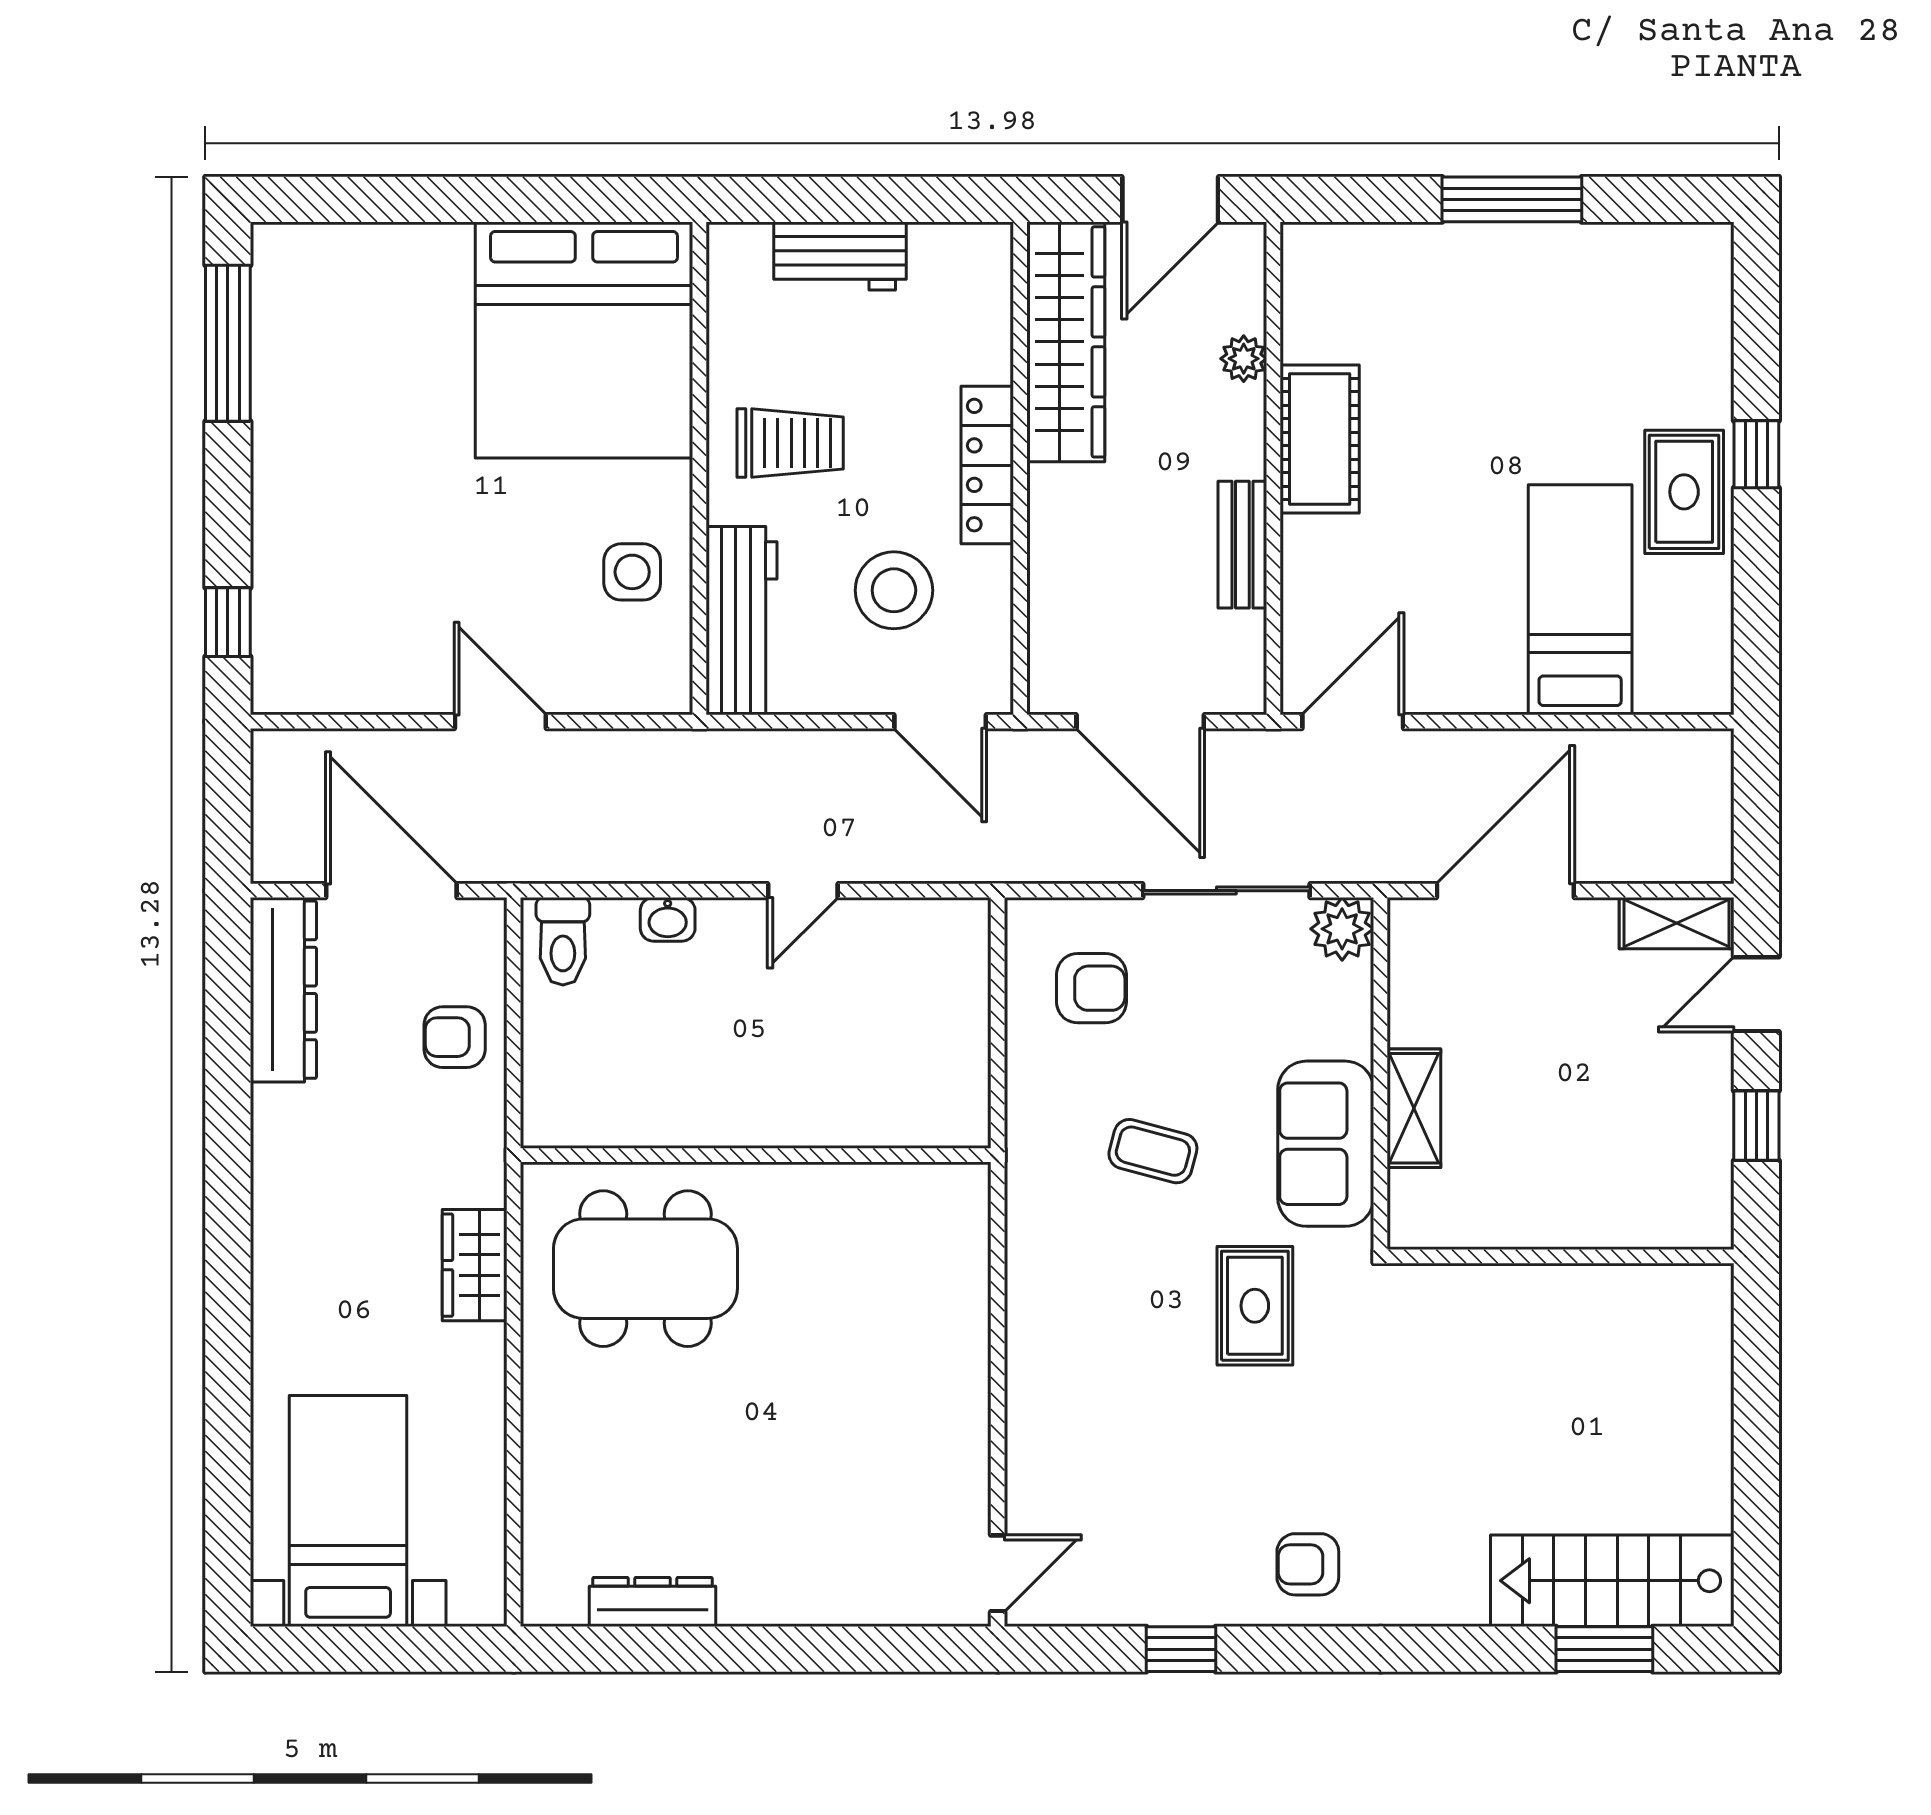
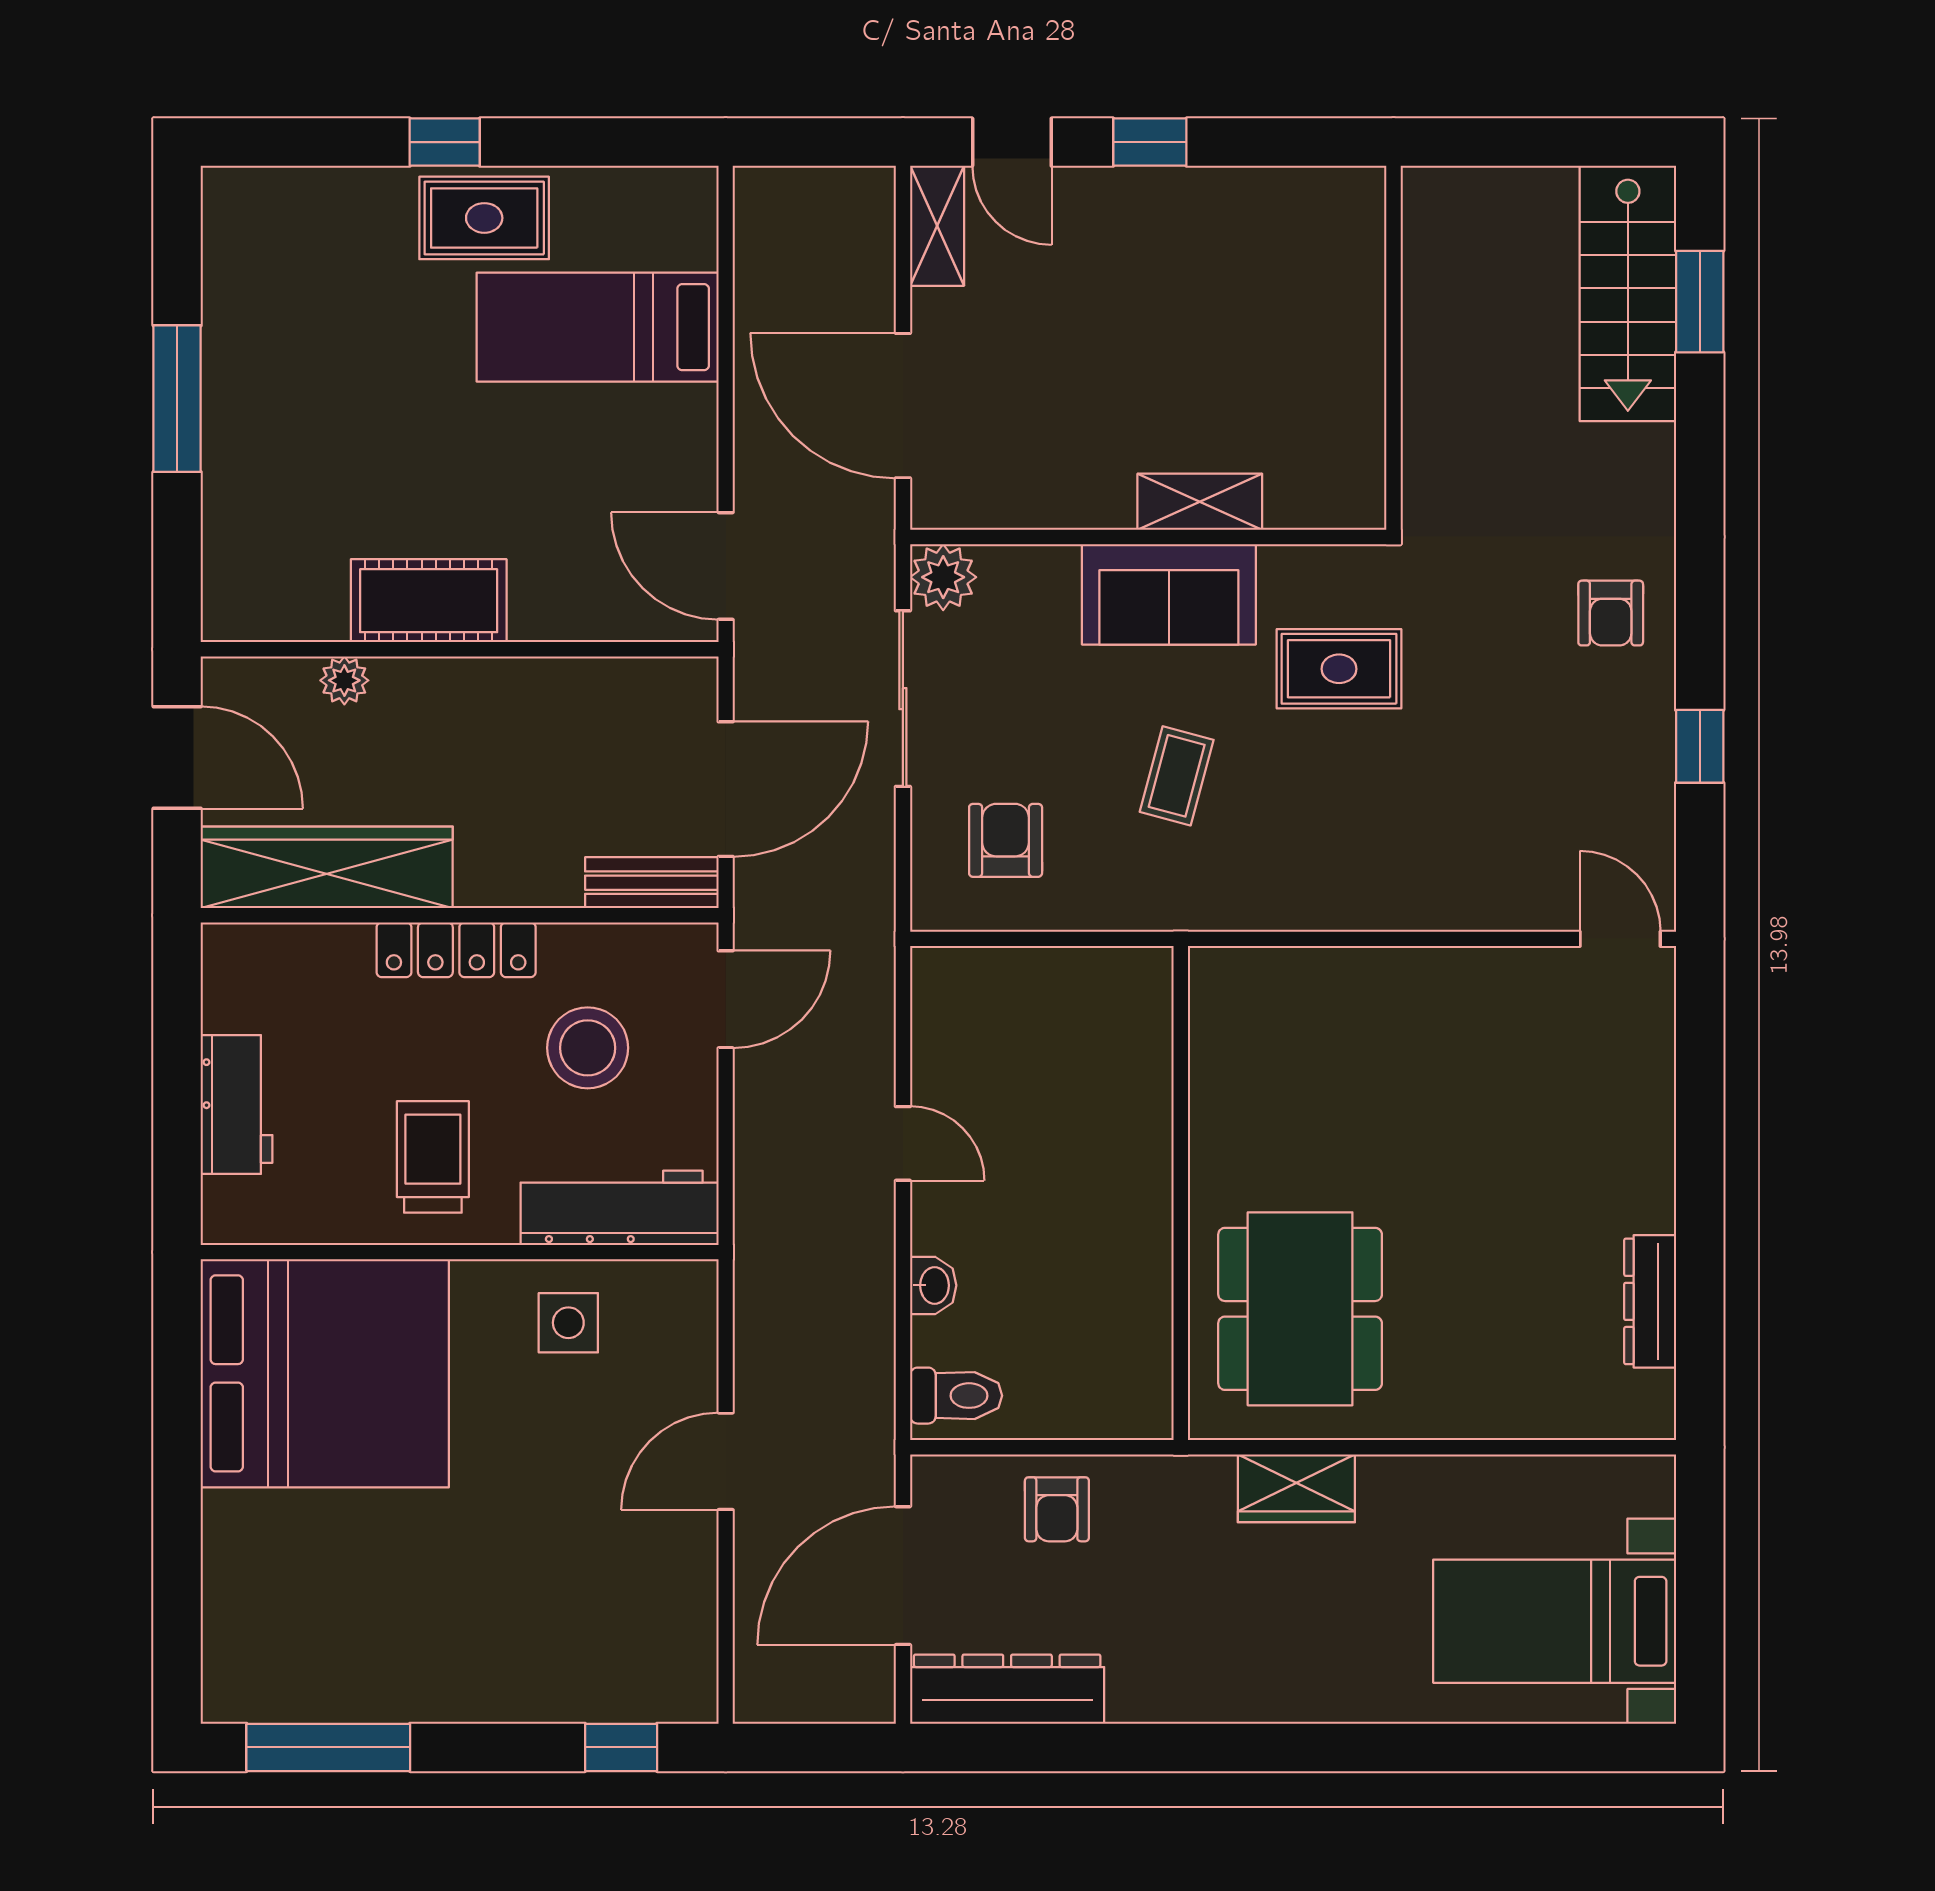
bench: (1242, 545) -> (652, 883), moved
shelving: (1414, 1108) -> (1200, 502), moved
wall: (1560, 1256) -> (1394, 348), moved

